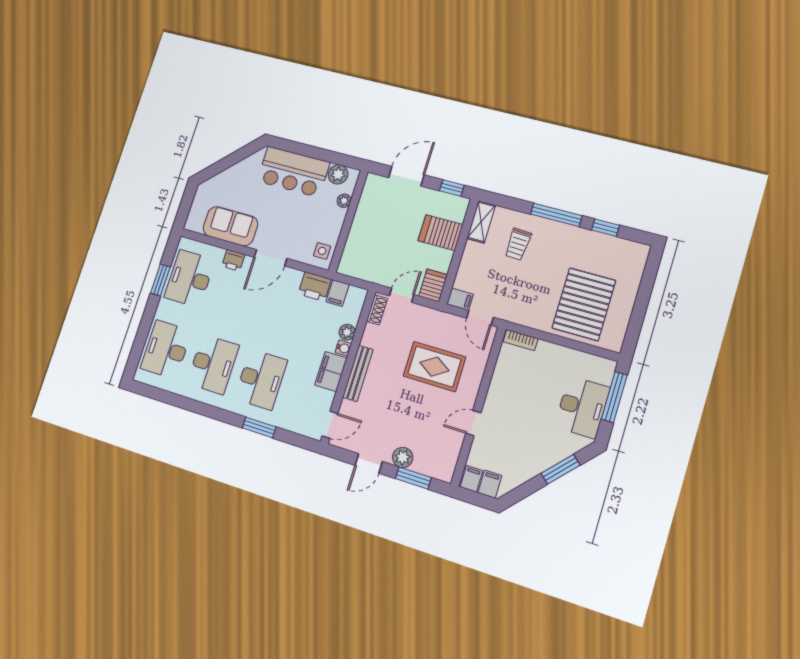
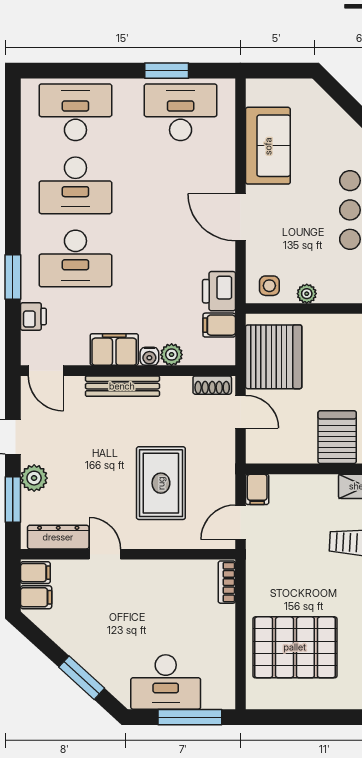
plant: (344, 201) -> (307, 294), moved
printer: (233, 260) -> (33, 317), moved, turned 180
server rack: (433, 285) -> (274, 357), moved, width x2.18, depth x1.44
dresser: (451, 453) -> (58, 537), added

